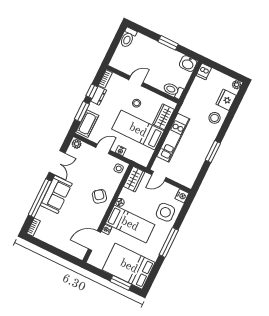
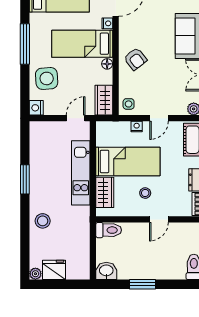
dishwasher: (204, 71) -> (83, 271), removed
fridge: (226, 100) -> (54, 270), moved, turned -90

